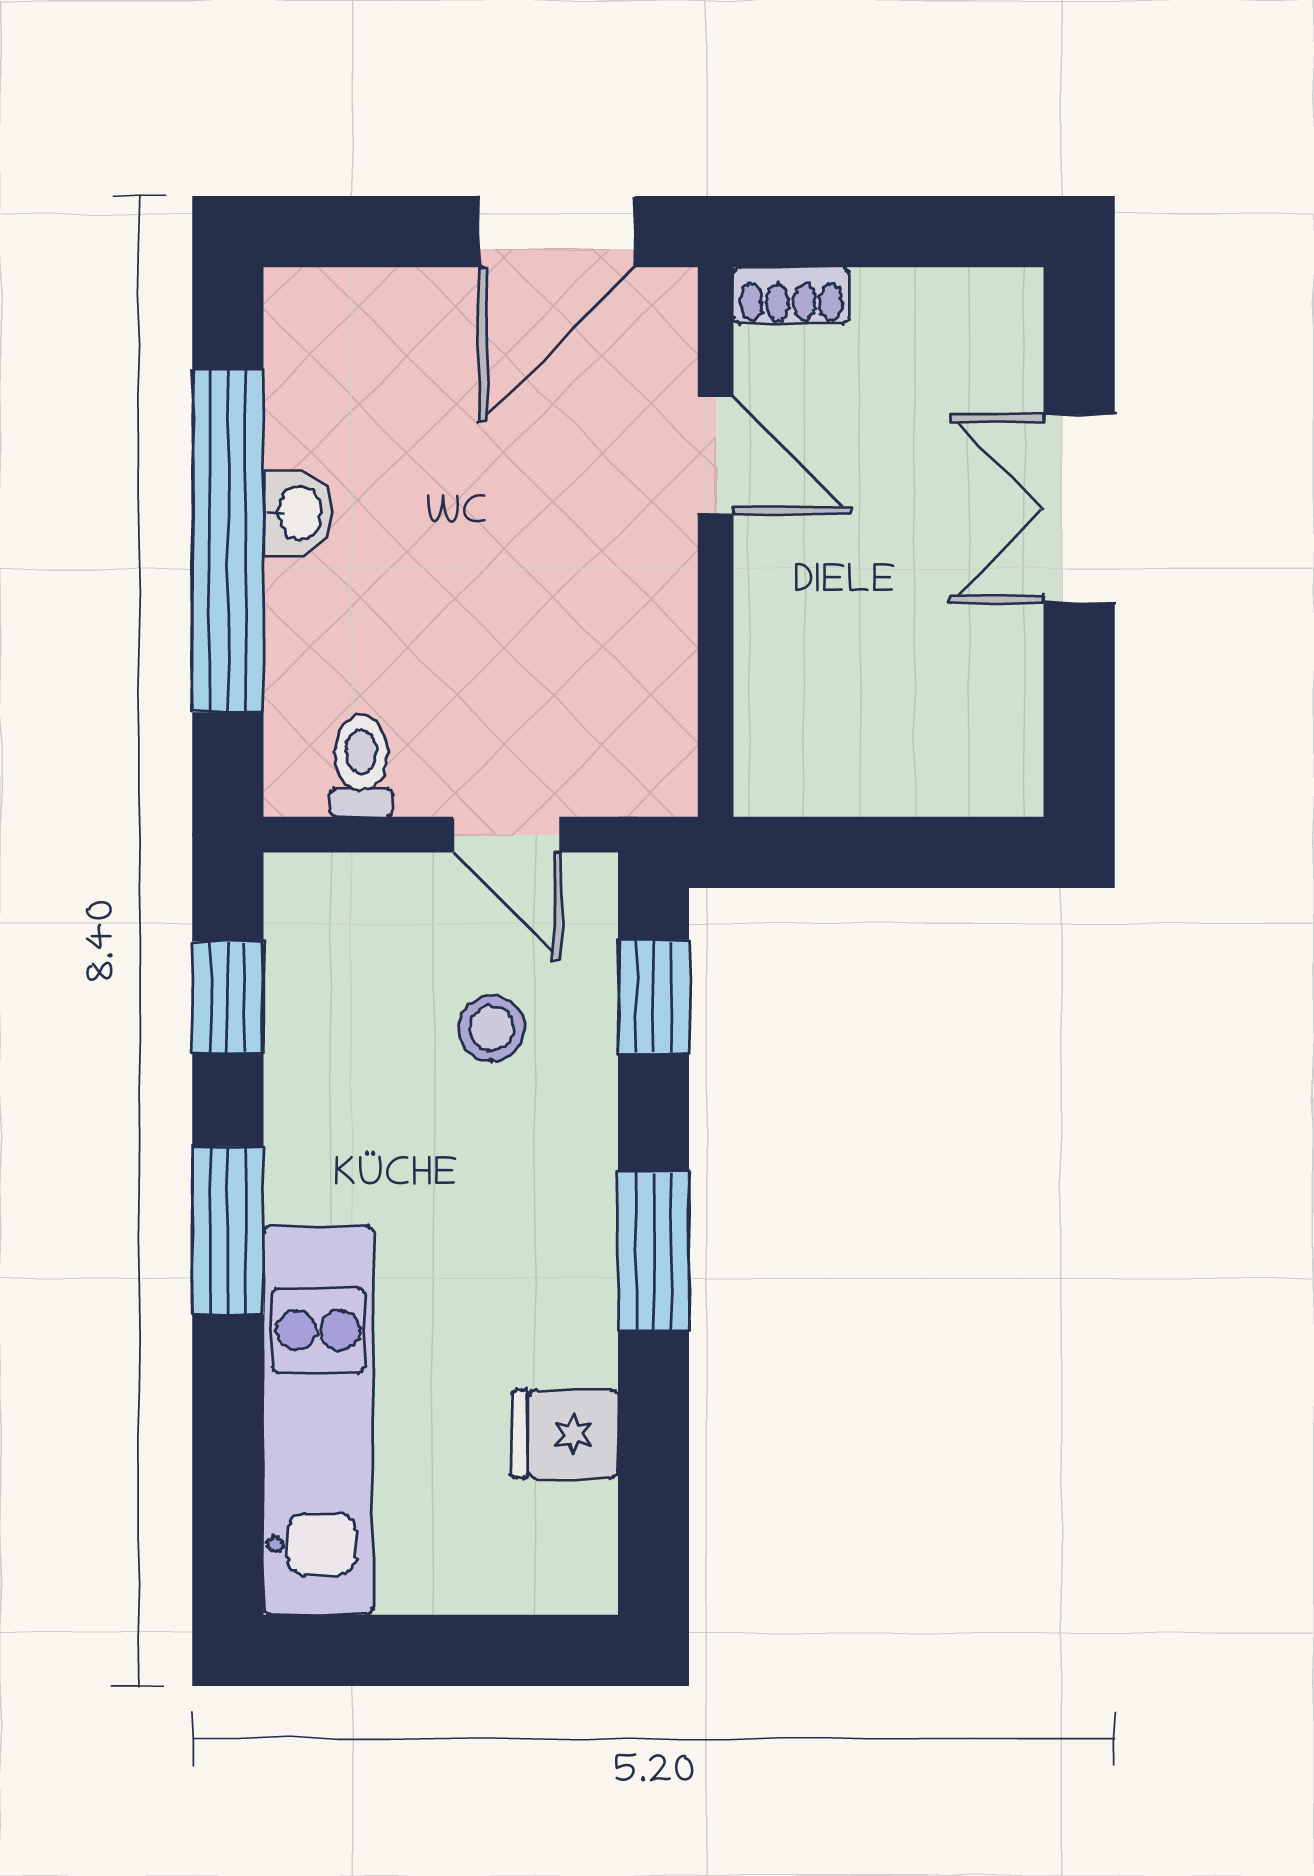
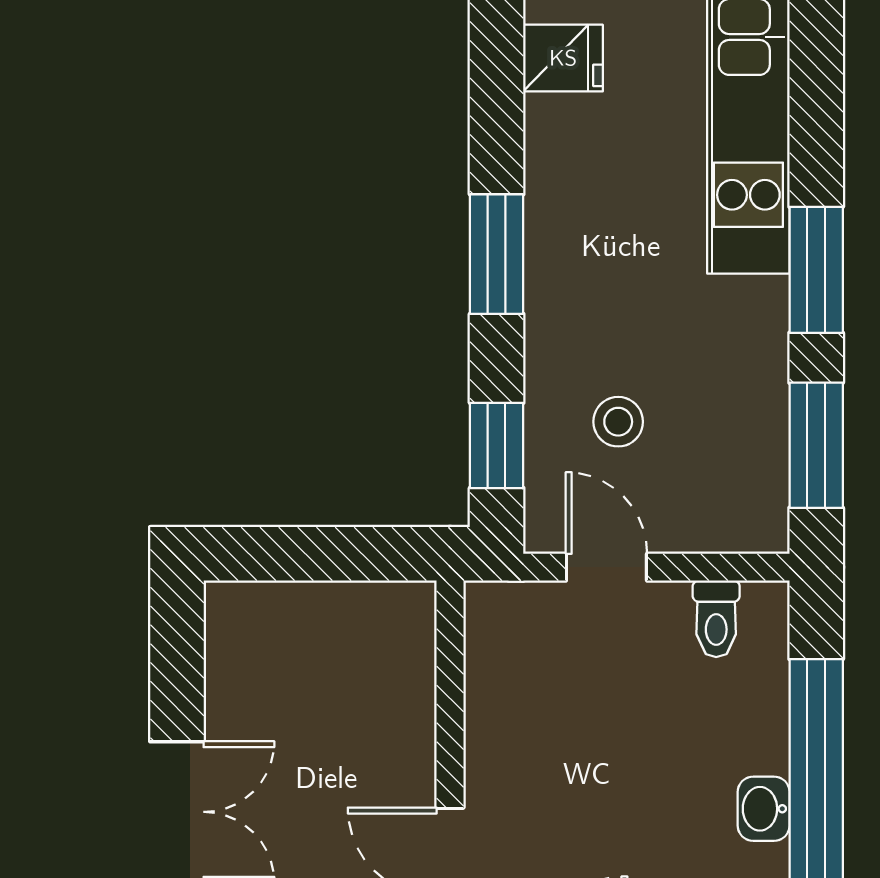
window: (228, 997) -> (816, 445), width x1.50
fridge: (565, 1434) -> (563, 58), moved

